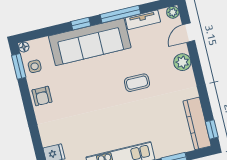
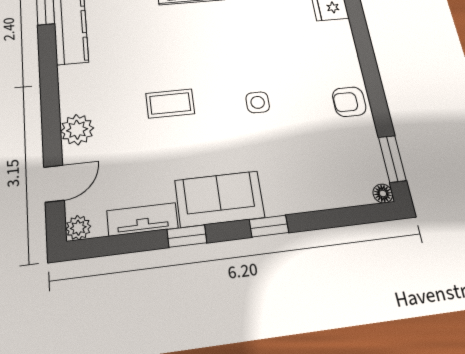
window: (120, 14) -> (187, 236), width x0.46
sofa: (90, 42) -> (220, 199), width x0.54, depth x0.79
side table: (35, 66) -> (258, 102), moved
armchair: (42, 96) -> (349, 102), turned -90

